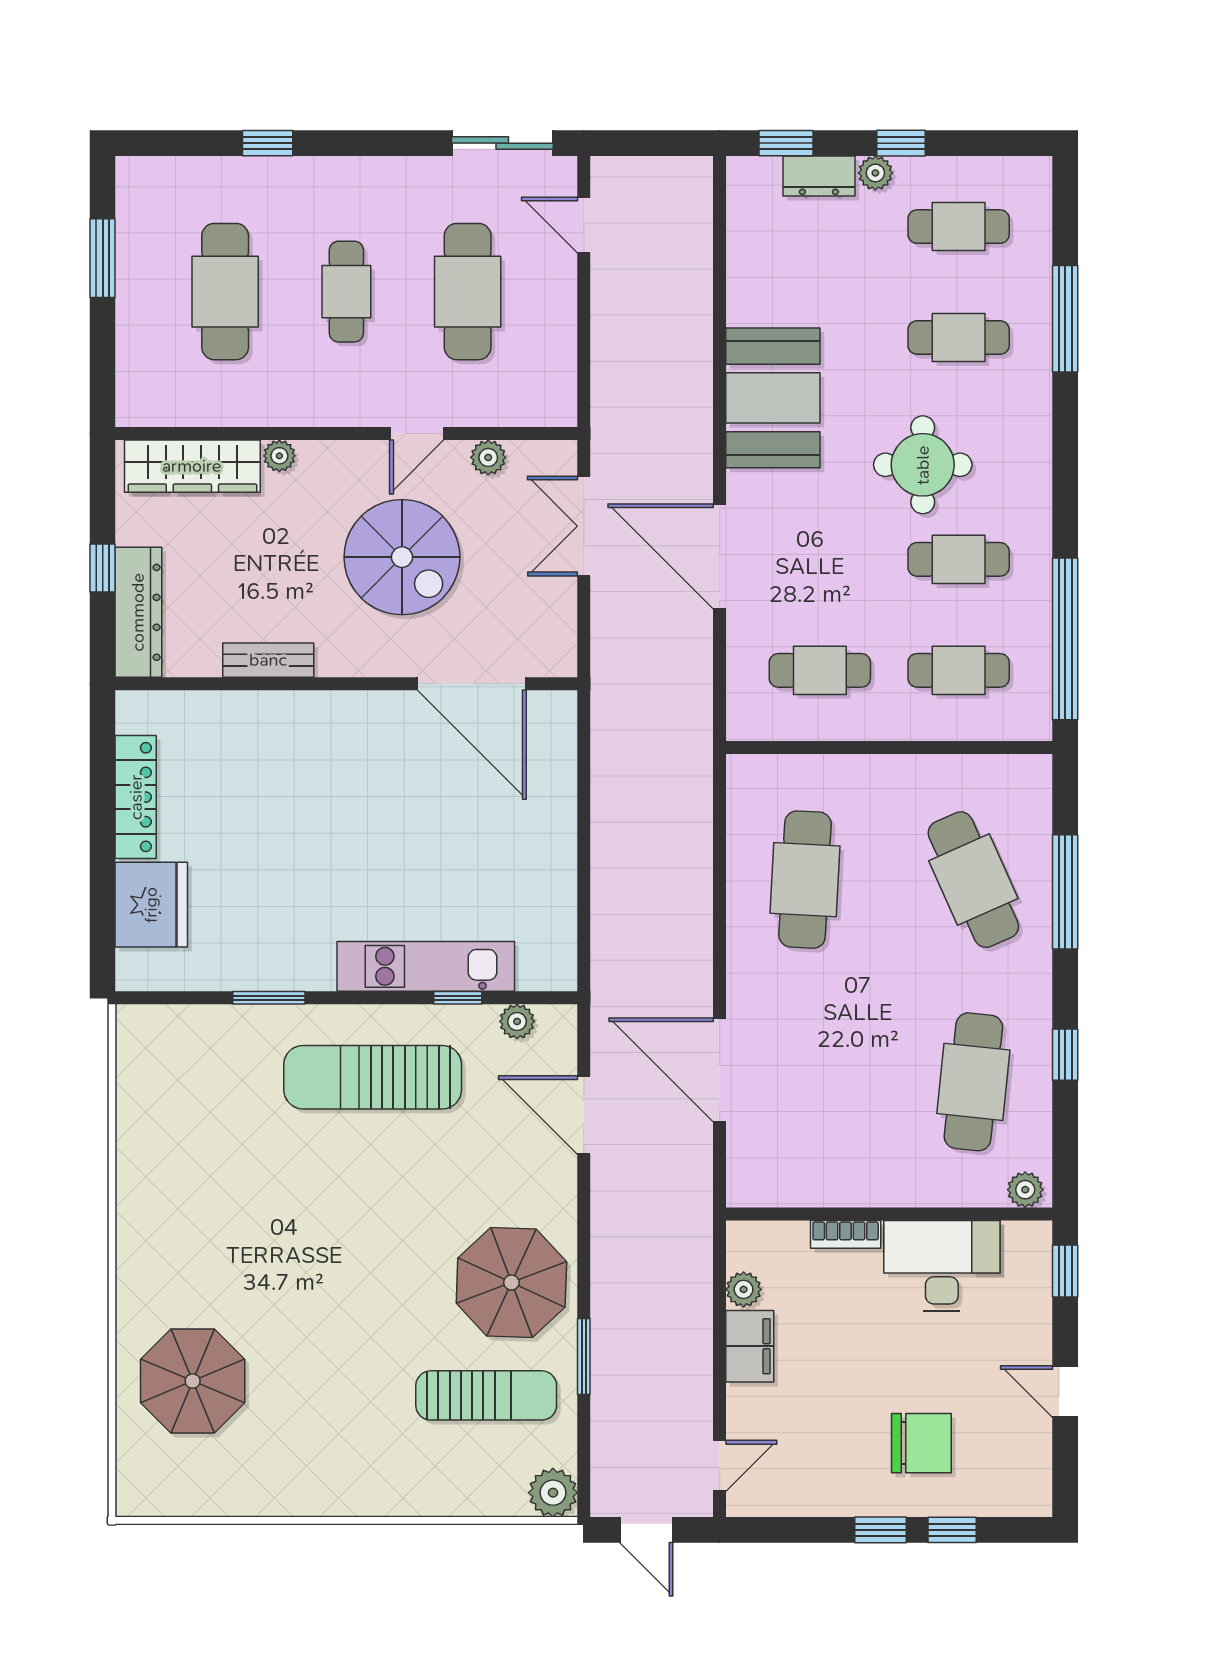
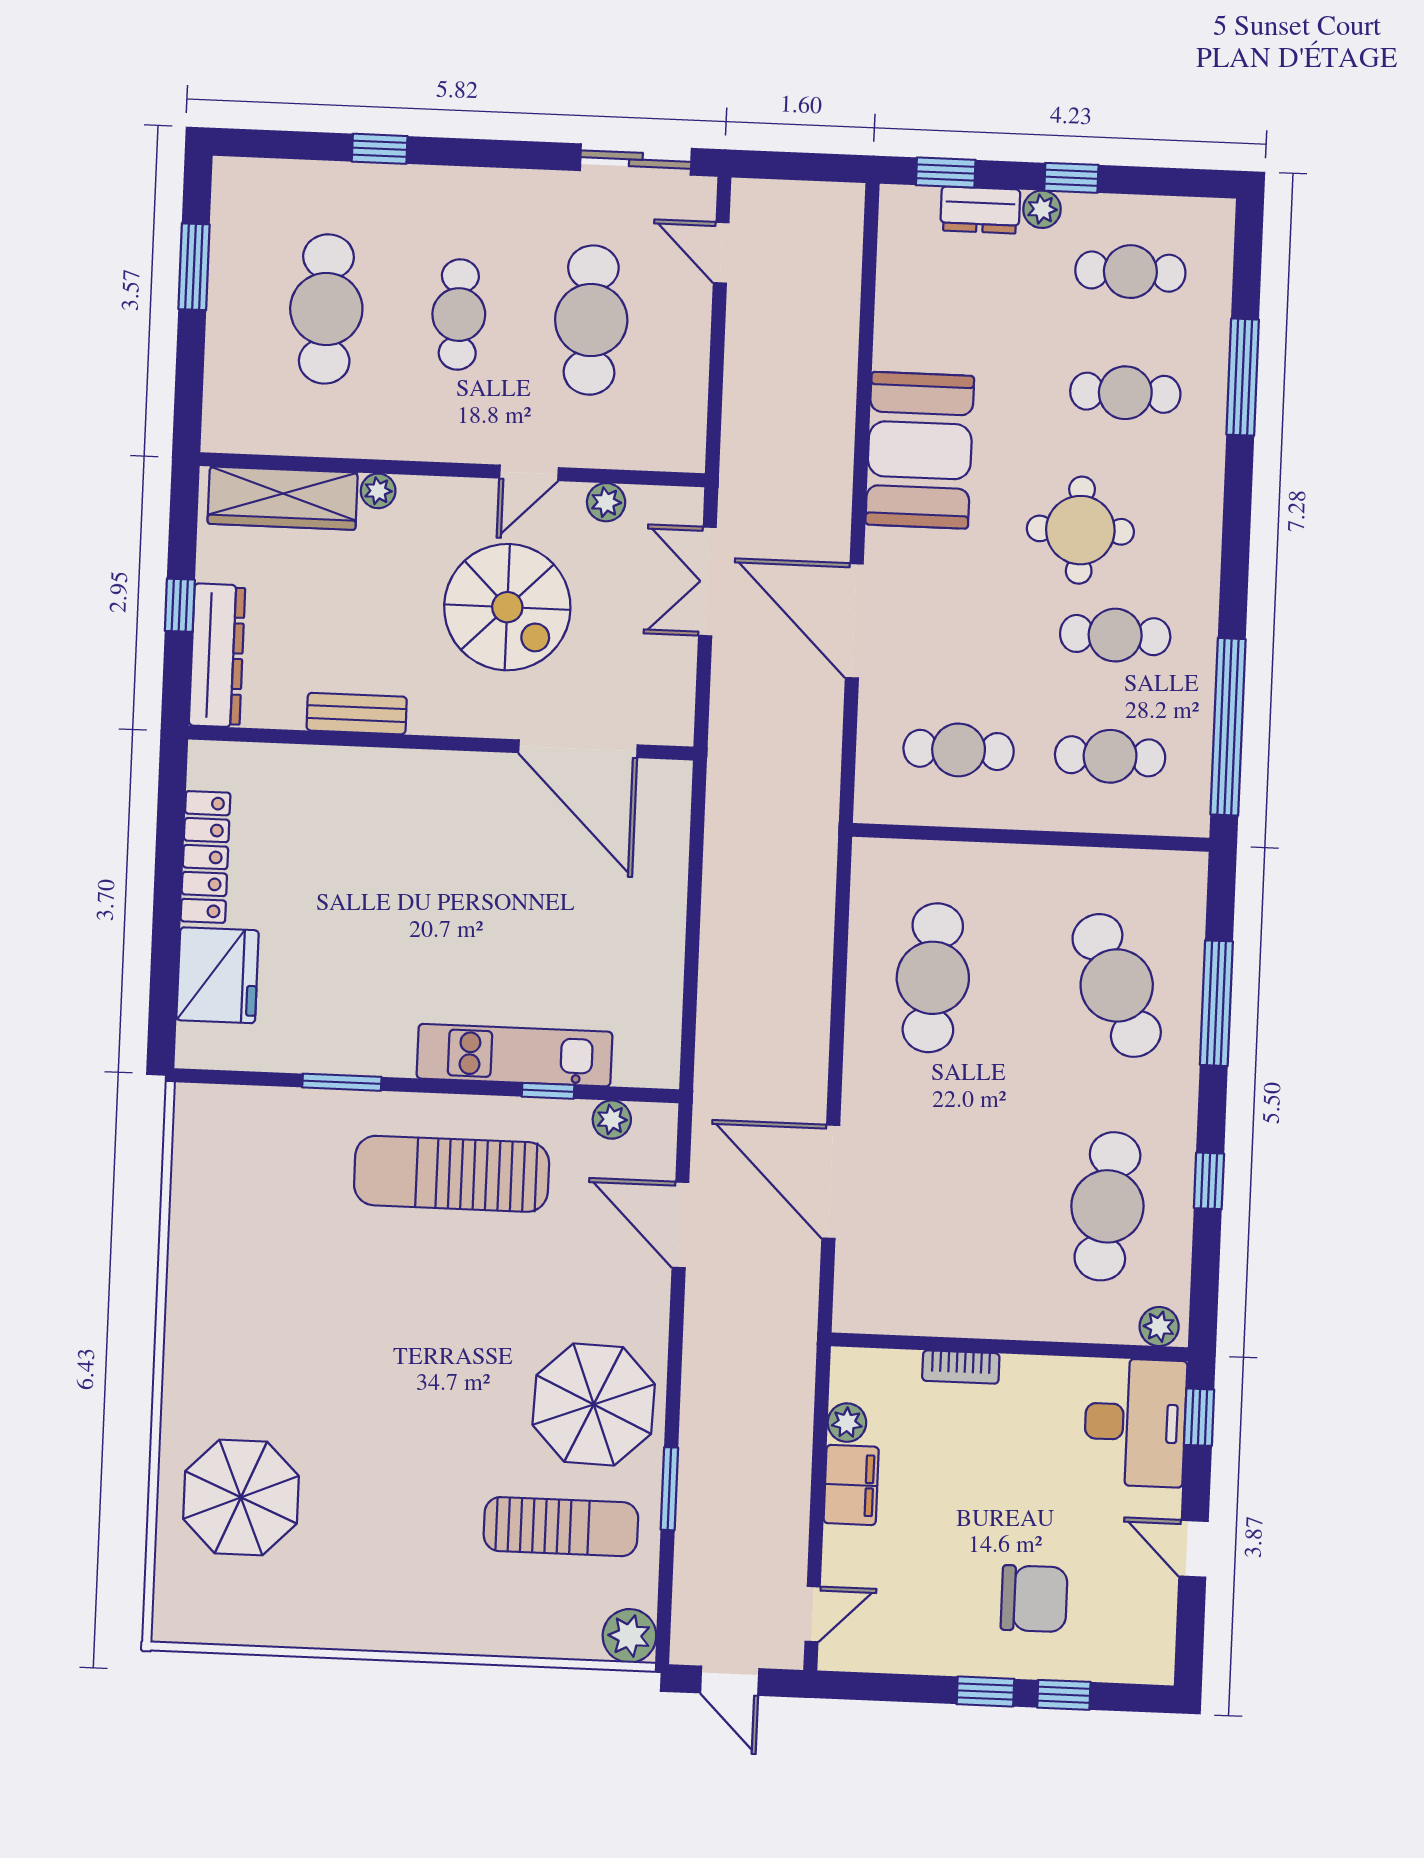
desk: (942, 1266) -> (1135, 1422), moved, turned 90

